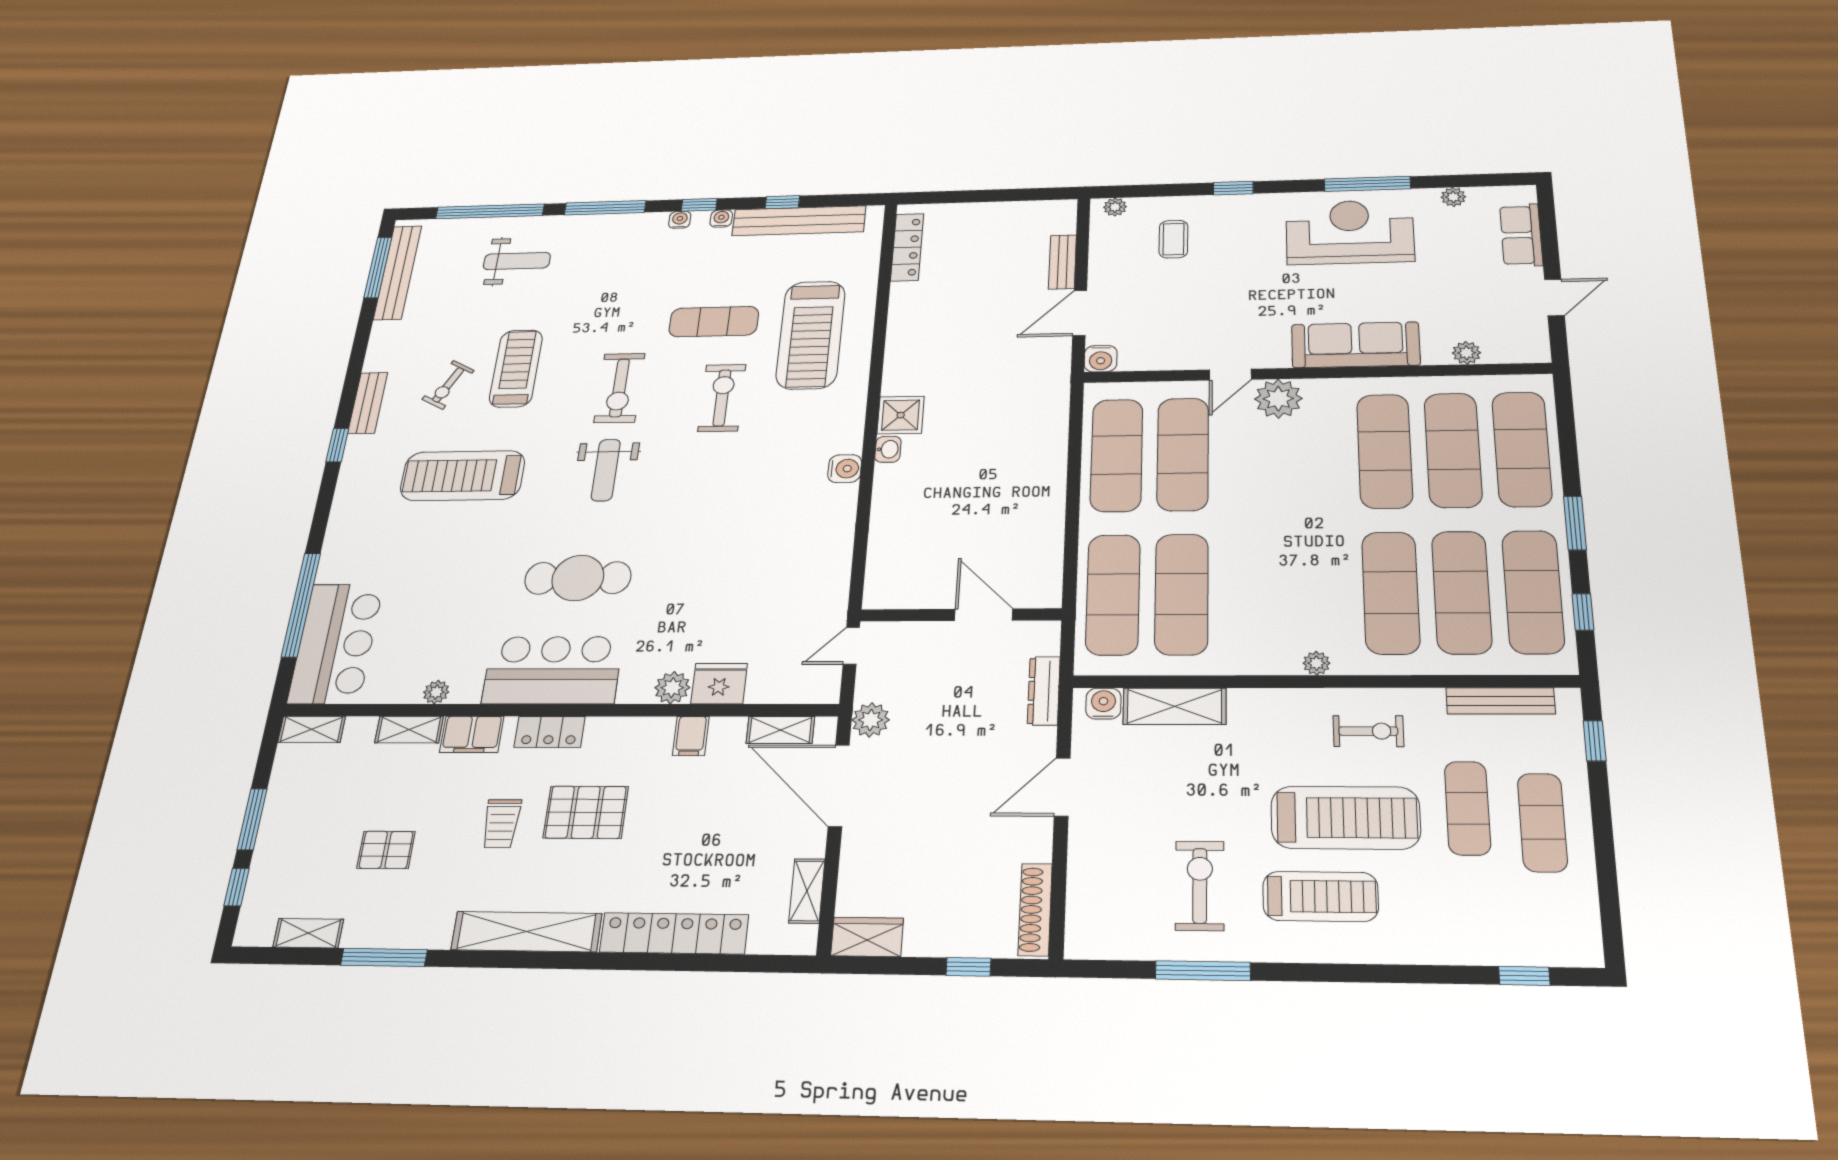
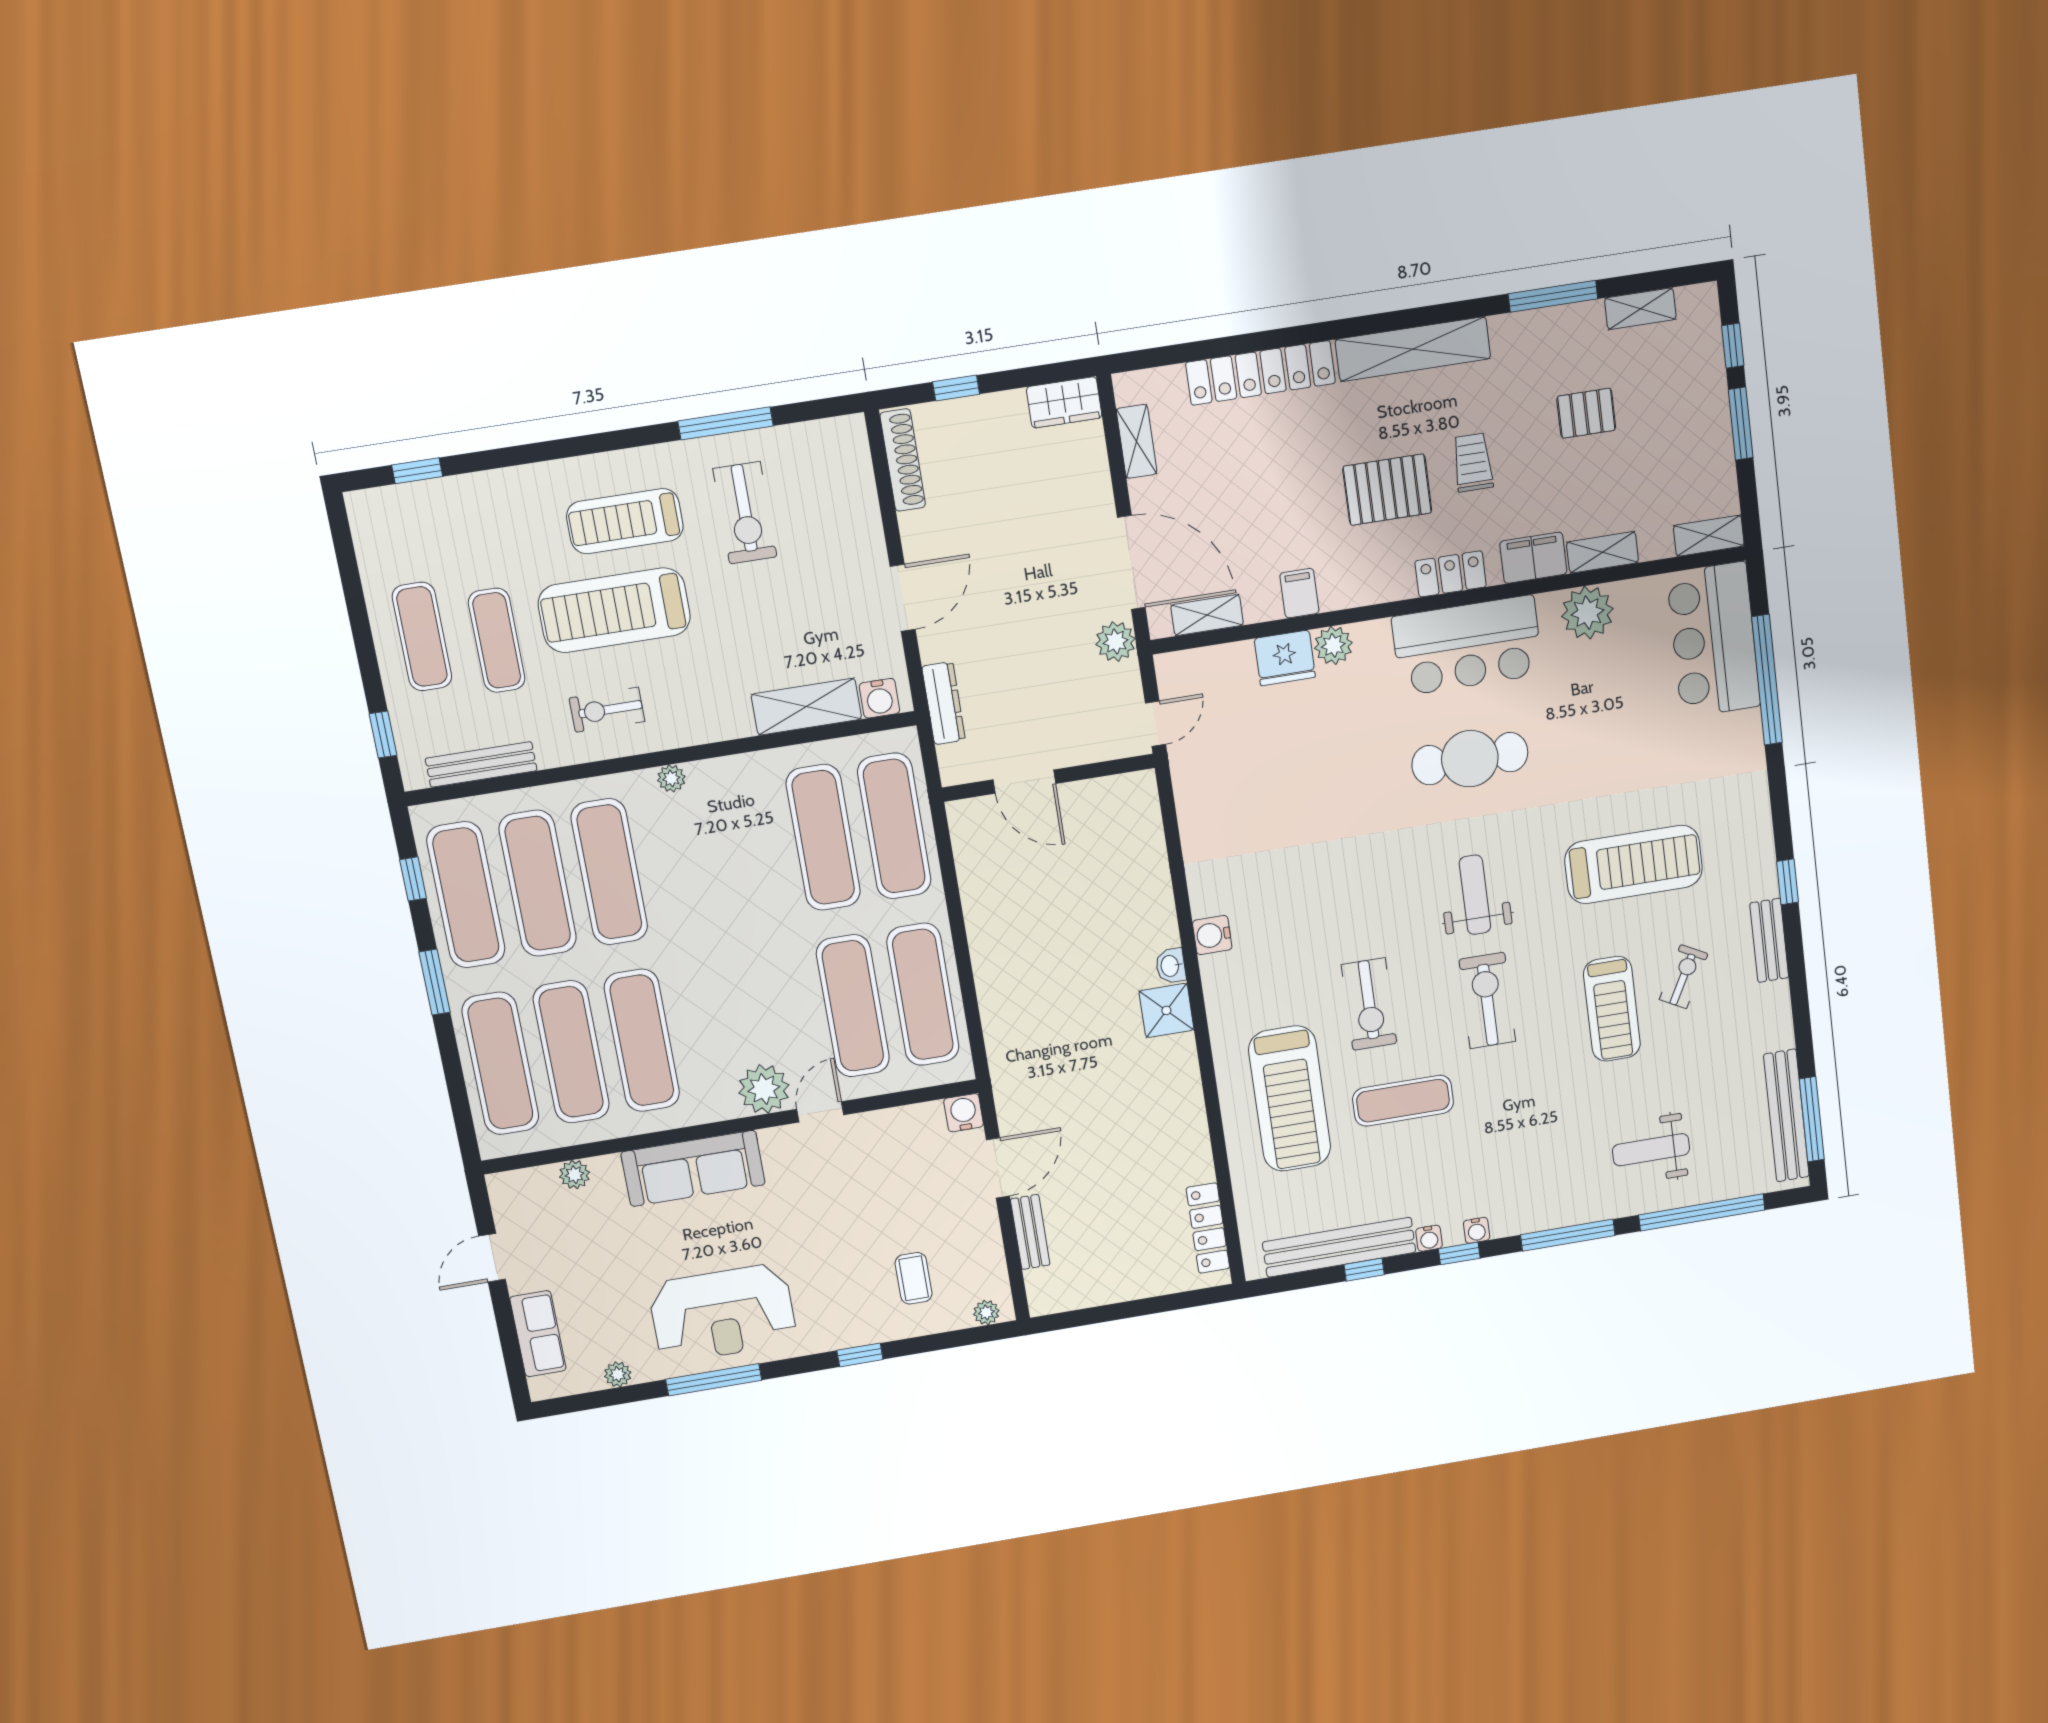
treadmill: (811, 335) -> (1290, 1099), turned 180
plant: (436, 692) -> (1587, 613), width x1.88, depth x1.88

